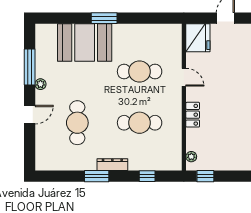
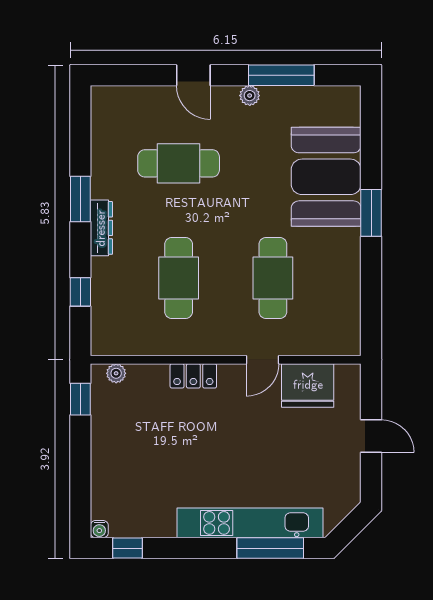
fridge: (198, 38) -> (308, 385), moved

